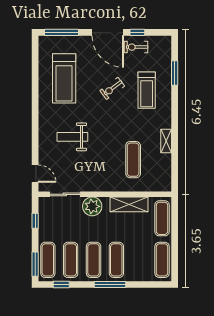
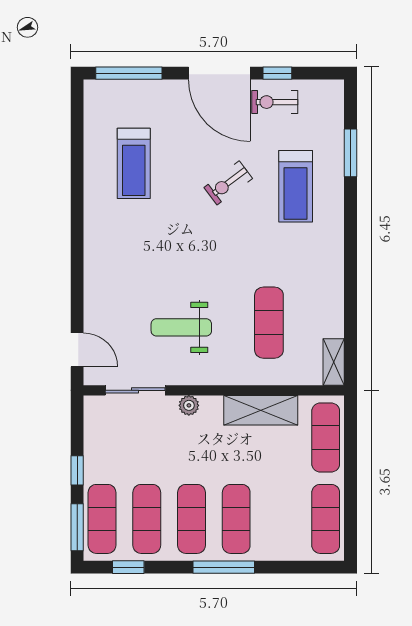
treadmill: (64, 78) -> (134, 163), width x0.73, depth x0.73
weight bench: (72, 137) -> (181, 327), moved
shelving: (166, 141) -> (334, 362), moved
plant: (92, 206) -> (189, 405), width x0.53, depth x0.53
window: (35, 221) -> (77, 470), moved

